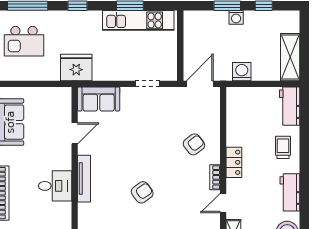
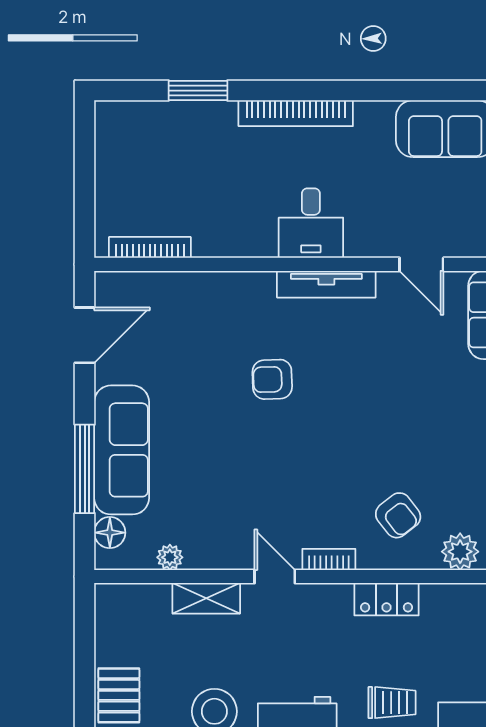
plant: (211, 115) -> (460, 552), added
locker: (234, 162) -> (386, 599), moved
armchair: (142, 192) -> (272, 379), moved, turned 124

